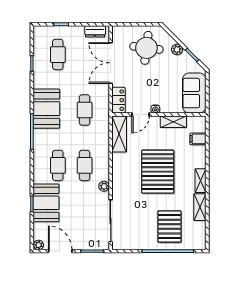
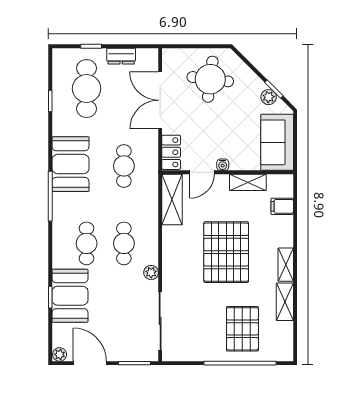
dresser: (95, 31) -> (121, 56), moved
plant: (177, 49) -> (269, 97), moved
cafe table: (58, 55) -> (87, 89), width x1.37, depth x1.35

